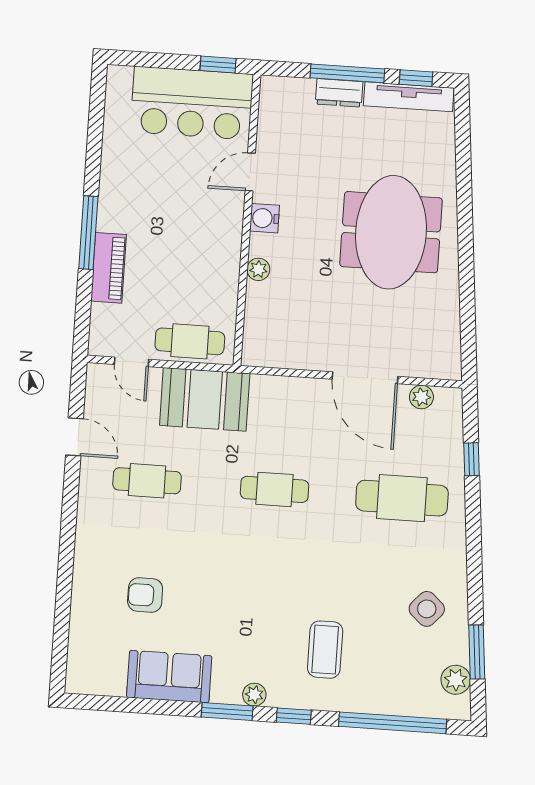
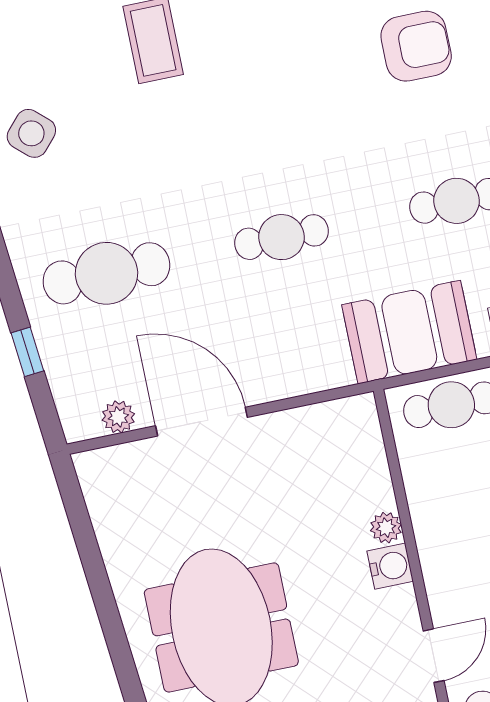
water cooler: (265, 218) -> (390, 566), moved
armchair: (145, 595) -> (416, 46), width x1.38, depth x1.38

